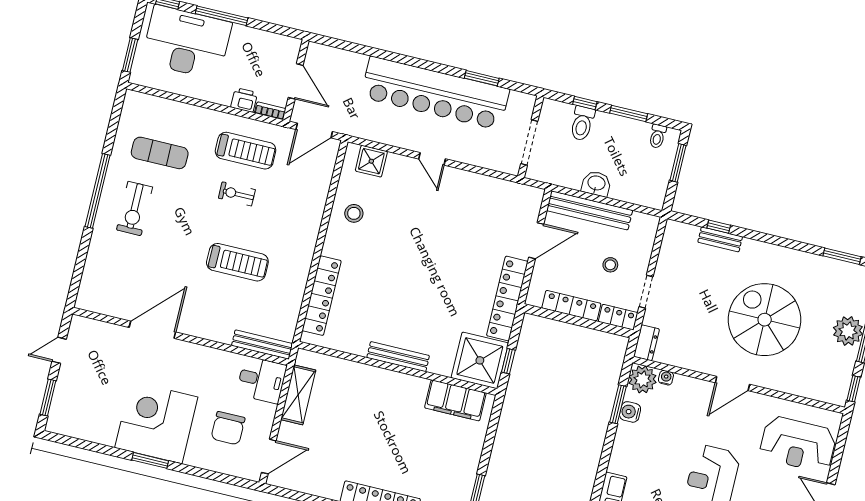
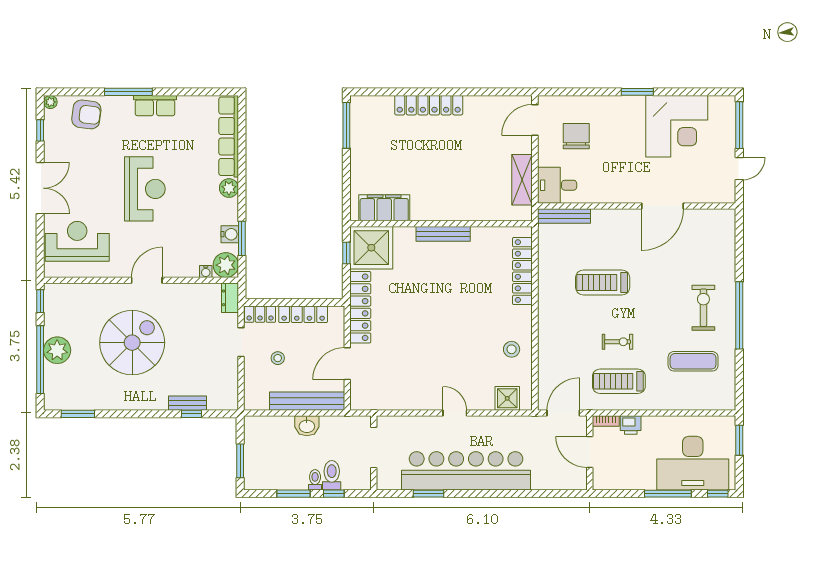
toilet: (658, 136) -> (315, 480), moved
spiral stairs: (765, 320) -> (132, 343), turned -90
window: (48, 398) -> (739, 125), width x1.44
corner desk: (156, 422) -> (677, 126), moved
plant: (619, 462) -> (229, 188), added

